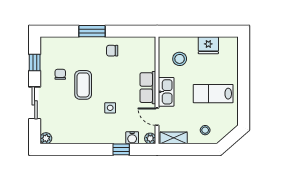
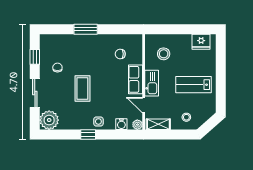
fridge: (208, 45) -> (201, 42), moved
chair: (112, 51) -> (120, 54), moved
coffee table: (83, 85) -> (82, 88), moved
side table: (110, 108) -> (98, 121), moved
plant: (46, 138) -> (49, 120), width x1.88, depth x1.88
window: (121, 149) -> (88, 134), moved

